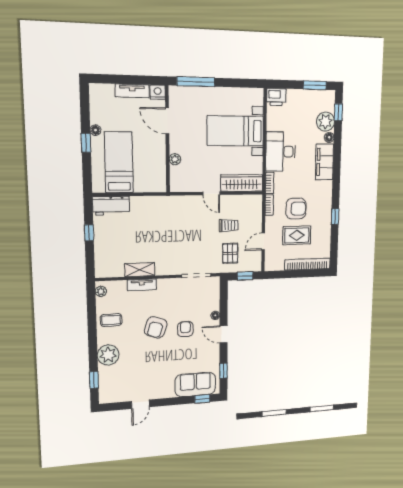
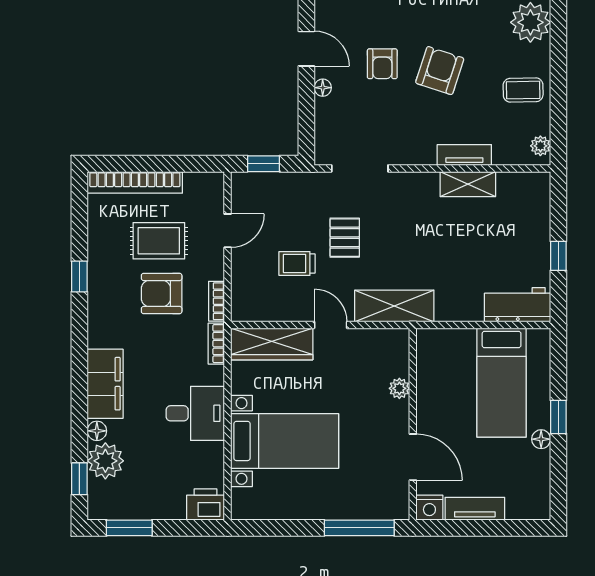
desk: (281, 152) -> (195, 413), width x0.73
shelving: (178, 204) -> (394, 306), added
pallet: (230, 253) -> (345, 238), moved

